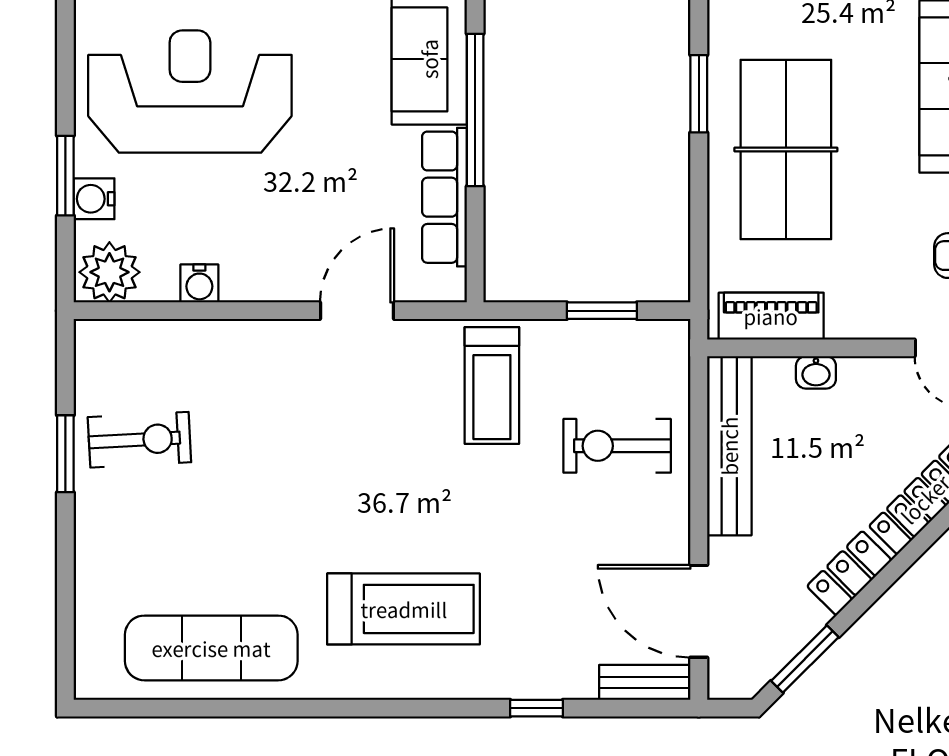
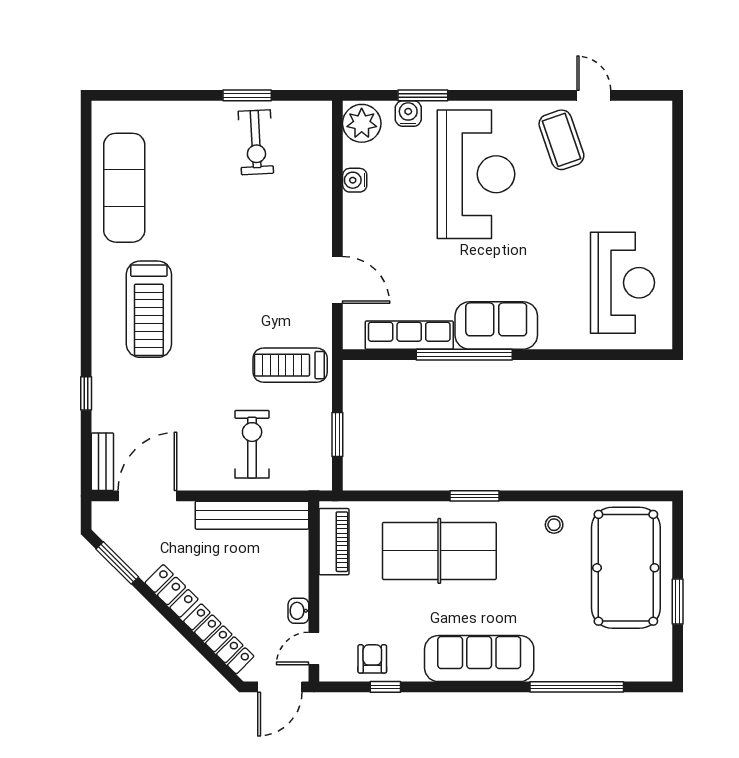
washbasin: (816, 372) -> (298, 611), moved

